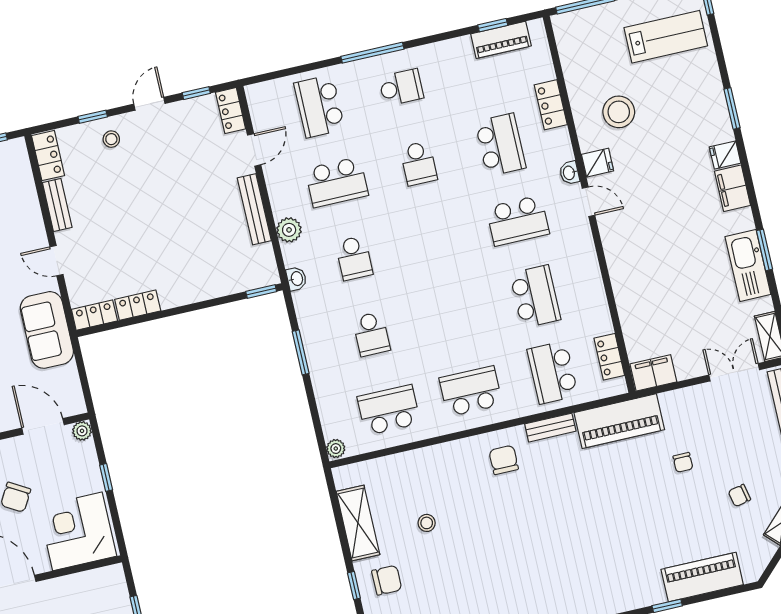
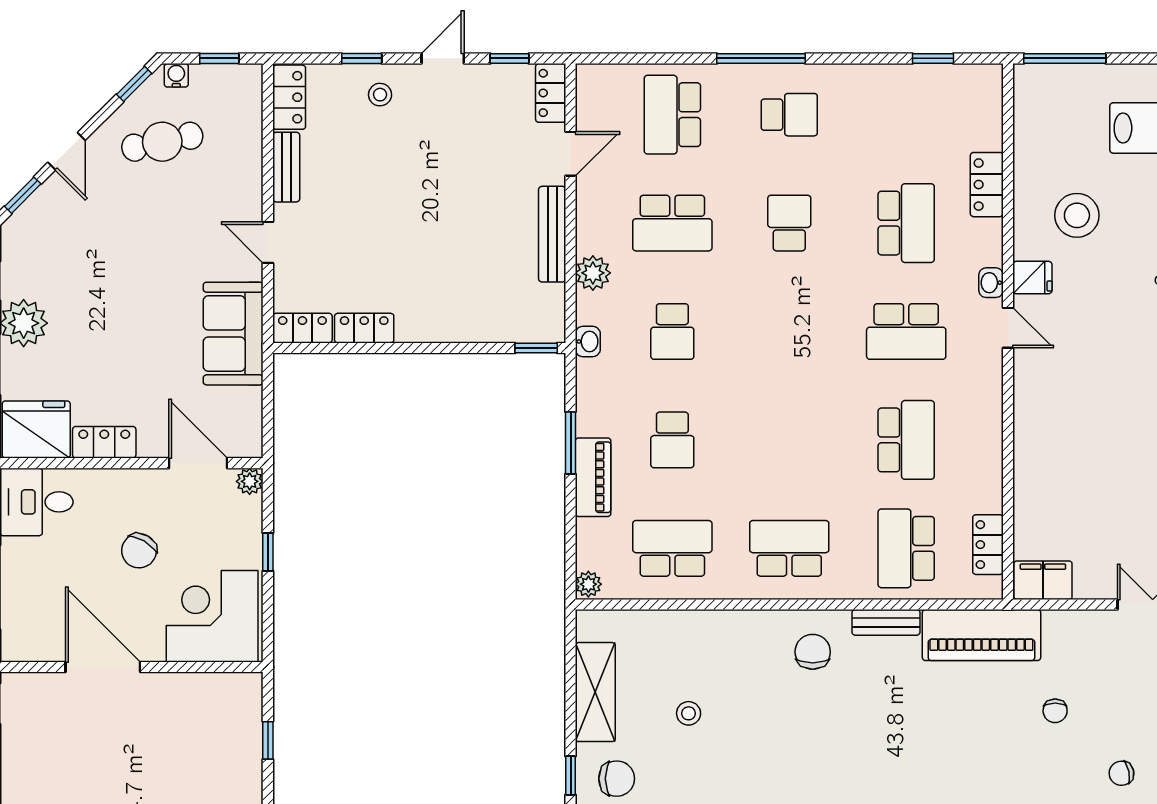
piano: (501, 40) -> (593, 477), moved, turned -90
school desk: (419, 163) -> (789, 223), turned 180

